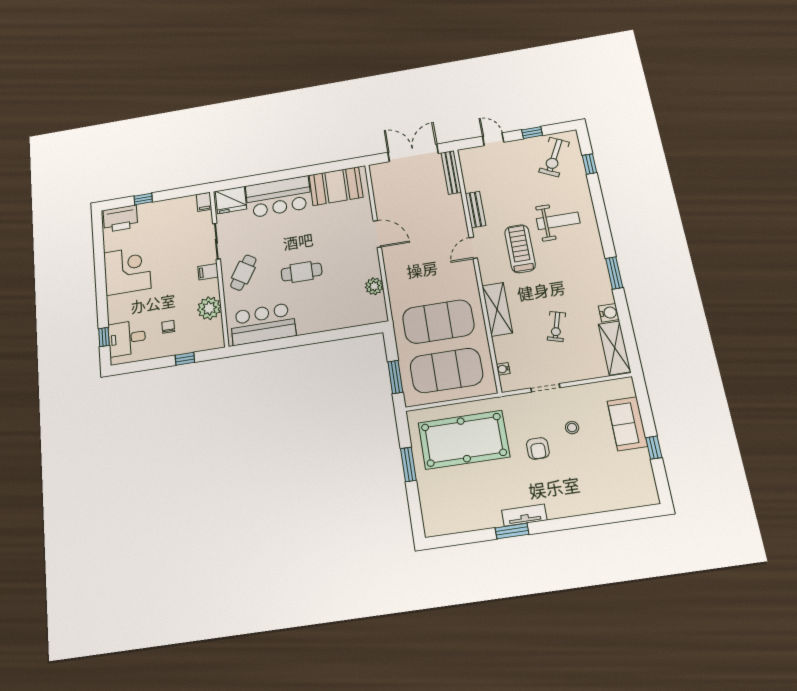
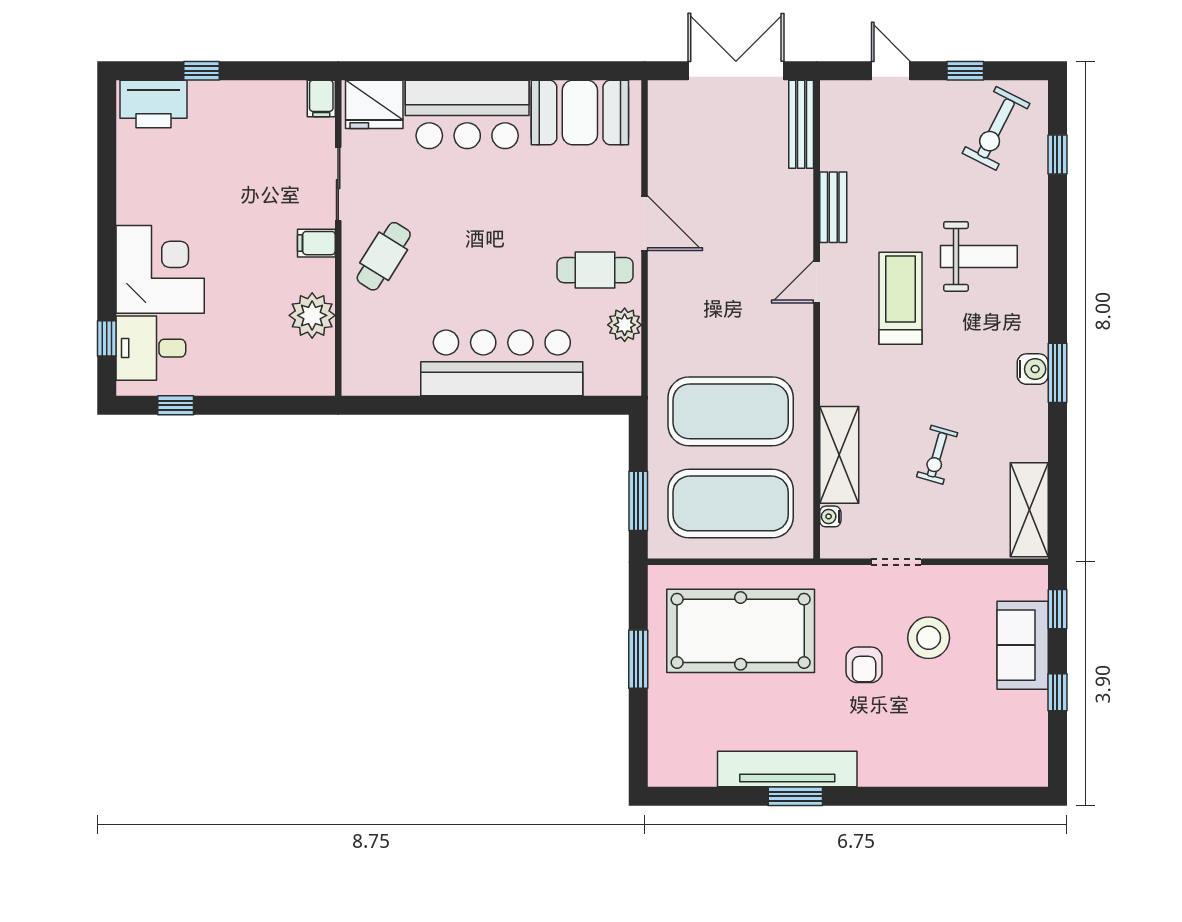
corner desk: (127, 271) -> (160, 269), moved
cafe table: (302, 272) -> (595, 270), moved
shelving: (497, 309) -> (839, 455), moved
water cooler: (609, 313) -> (1033, 369), moved
bar counter: (263, 324) -> (502, 363), moved, width x1.36
chair: (168, 327) -> (231, 339), removed
window: (185, 359) -> (176, 405), moved
window: (643, 400) -> (1057, 609), added
stool: (572, 428) -> (929, 638), width x1.89, depth x1.89
tv unit: (524, 515) -> (787, 769), width x1.92, depth x1.29

